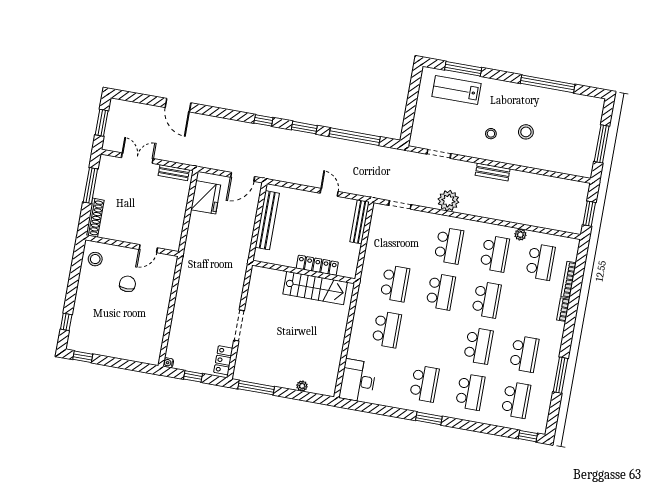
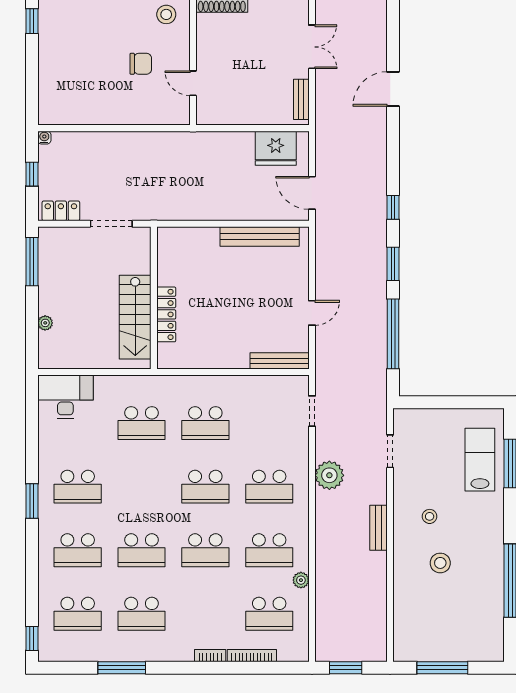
locker: (317, 265) -> (166, 314), moved
wall: (304, 272) -> (154, 298), moved
stairs: (315, 288) -> (135, 317), moved

